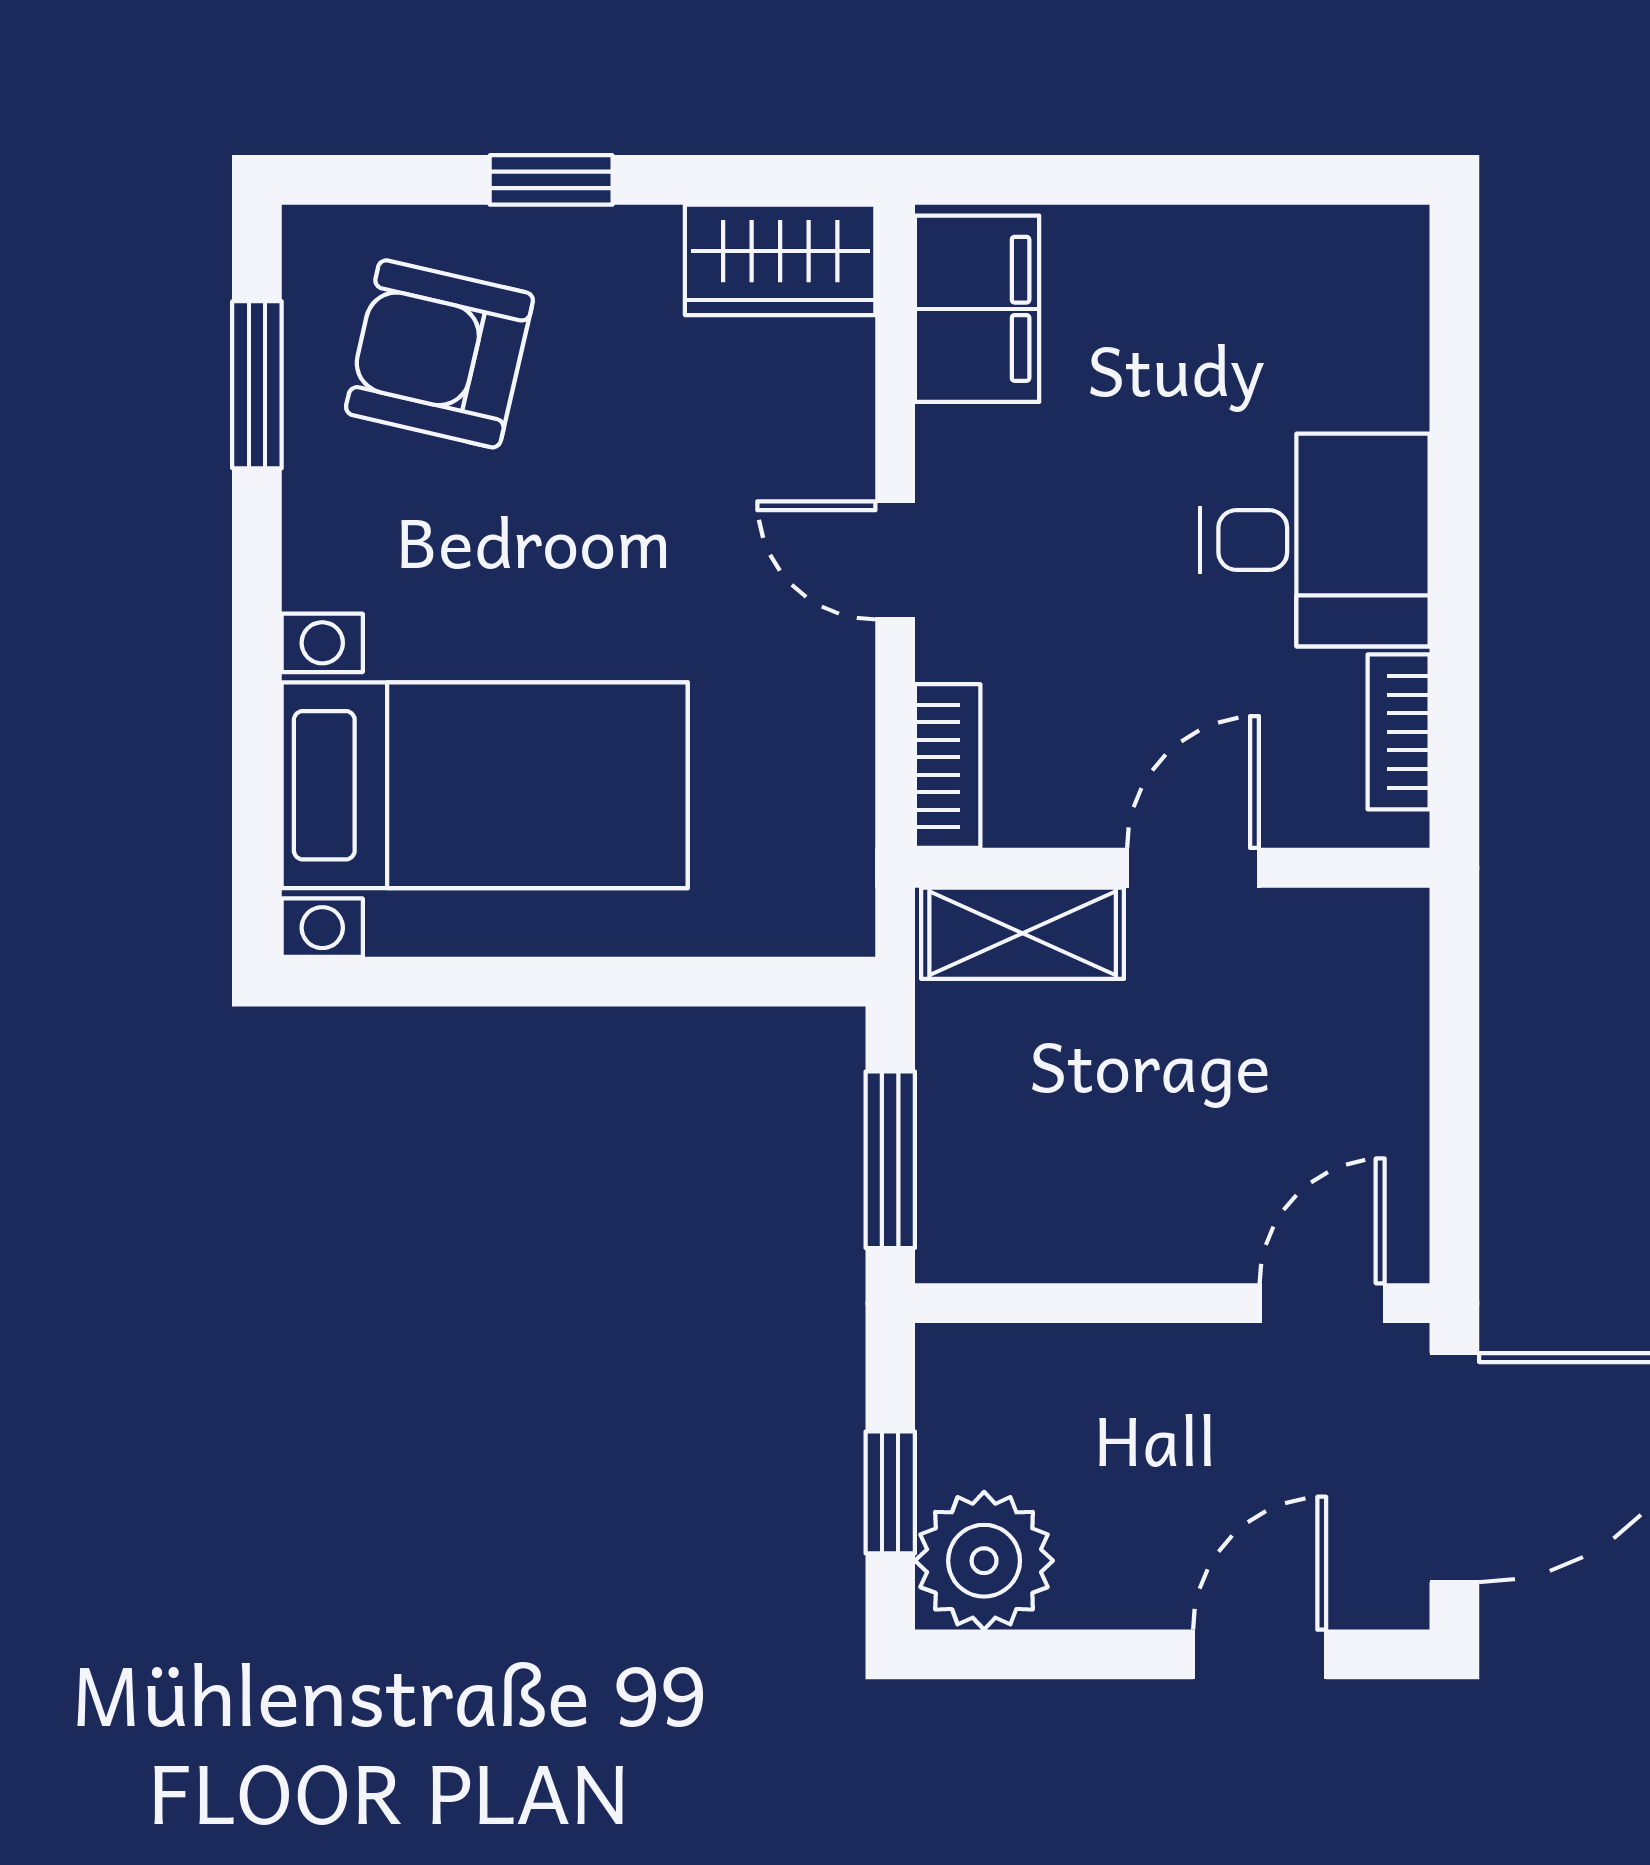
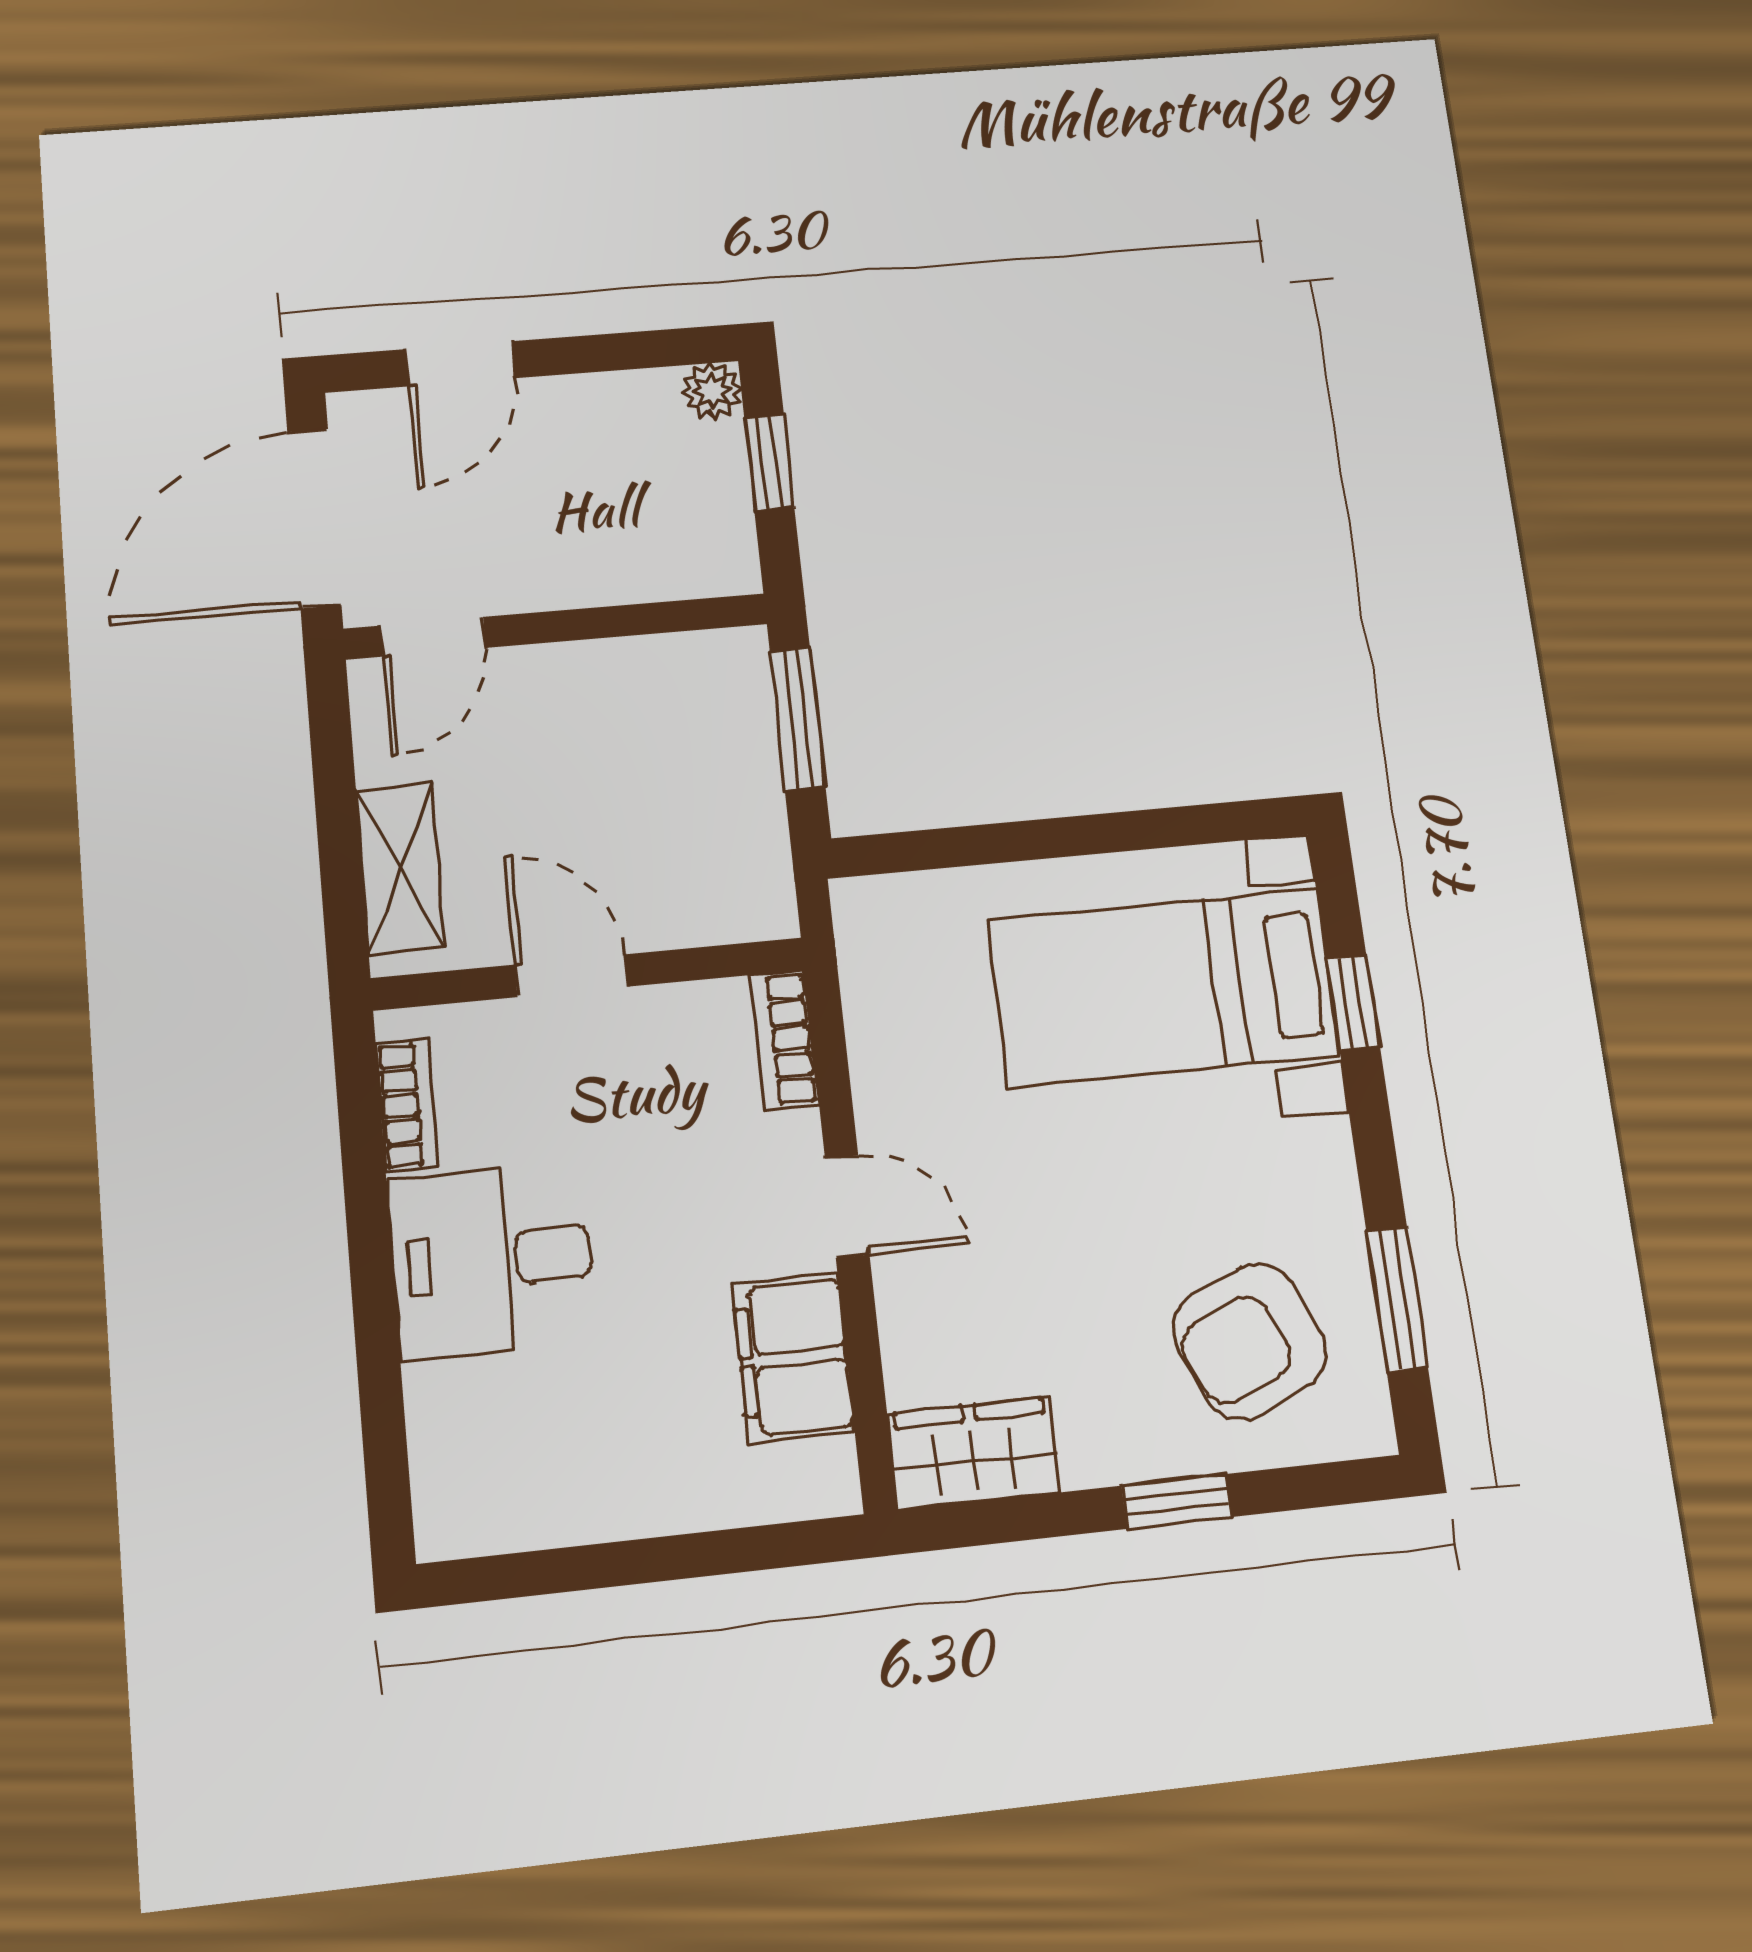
filing cabinet: (977, 309) -> (793, 1358), moved
armchair: (439, 354) -> (1250, 1341), turned 143
window: (257, 744) -> (1353, 1002), added
door: (1193, 868) -> (571, 976), swing flipped
shelving: (1023, 933) -> (400, 868), moved, turned 90
plant: (984, 1561) -> (712, 391), width x0.53, depth x0.53

